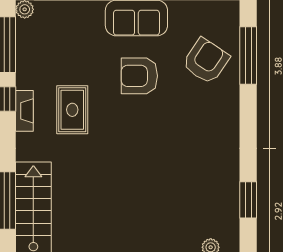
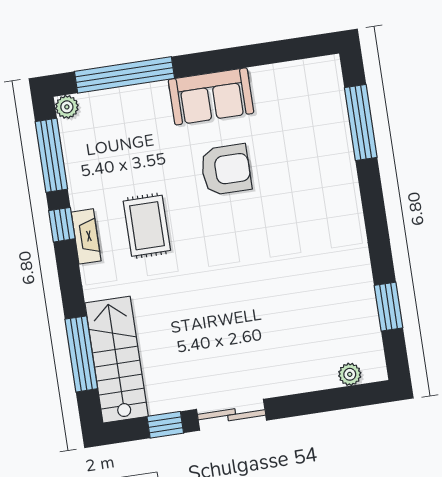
armchair: (206, 61) -> (308, 138), removed
armchair: (139, 76) -> (226, 170), turned 180

